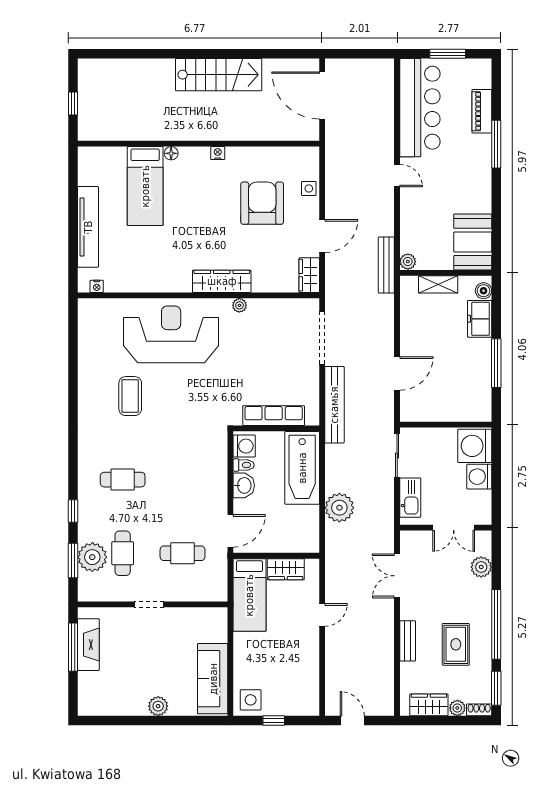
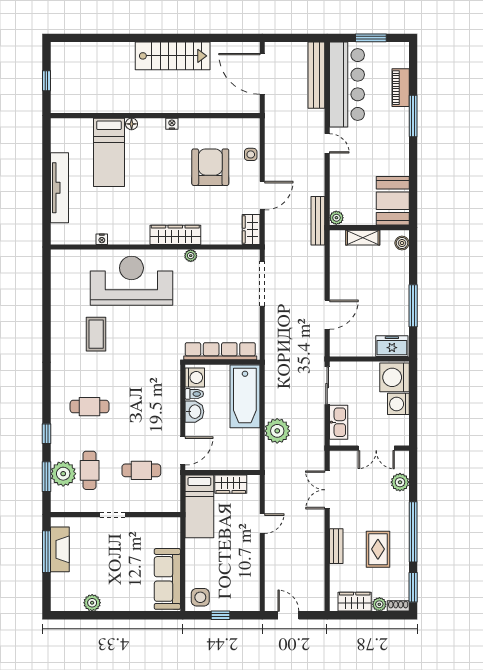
nightstand: (97, 286) -> (102, 239), moved
freezer: (480, 319) -> (392, 346), moved, turned 90
bench: (334, 405) -> (316, 75), moved
row of seats: (274, 416) -> (220, 351), width x1.36
plant: (158, 706) -> (92, 603), moved

